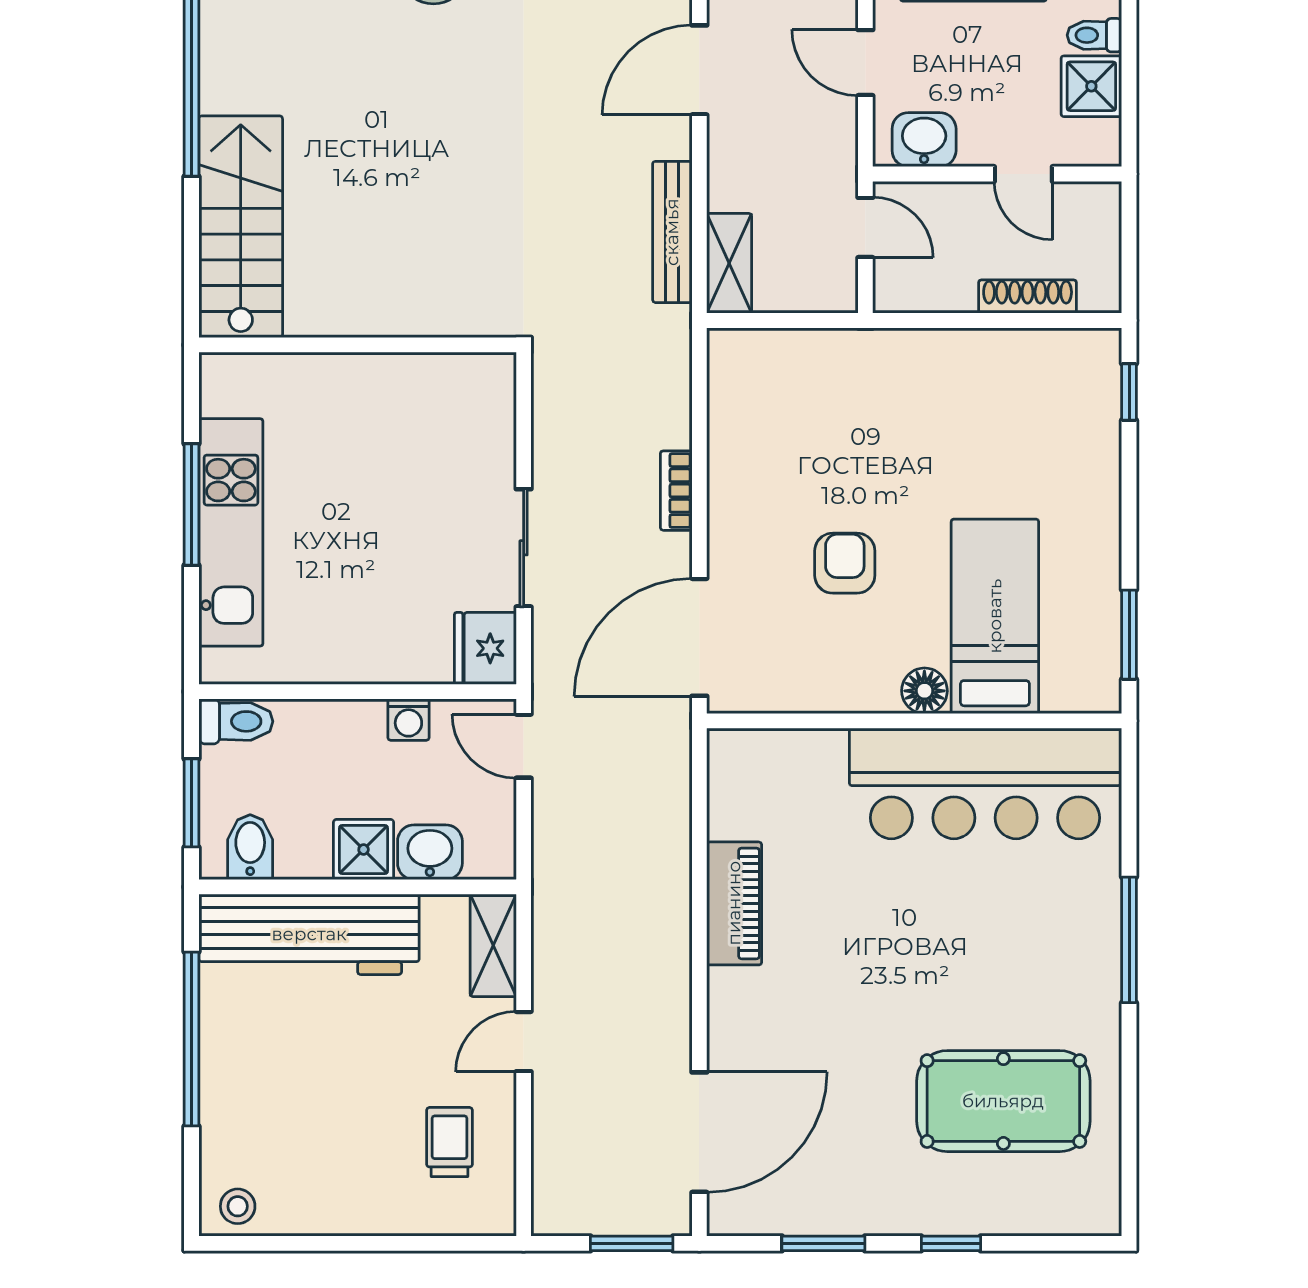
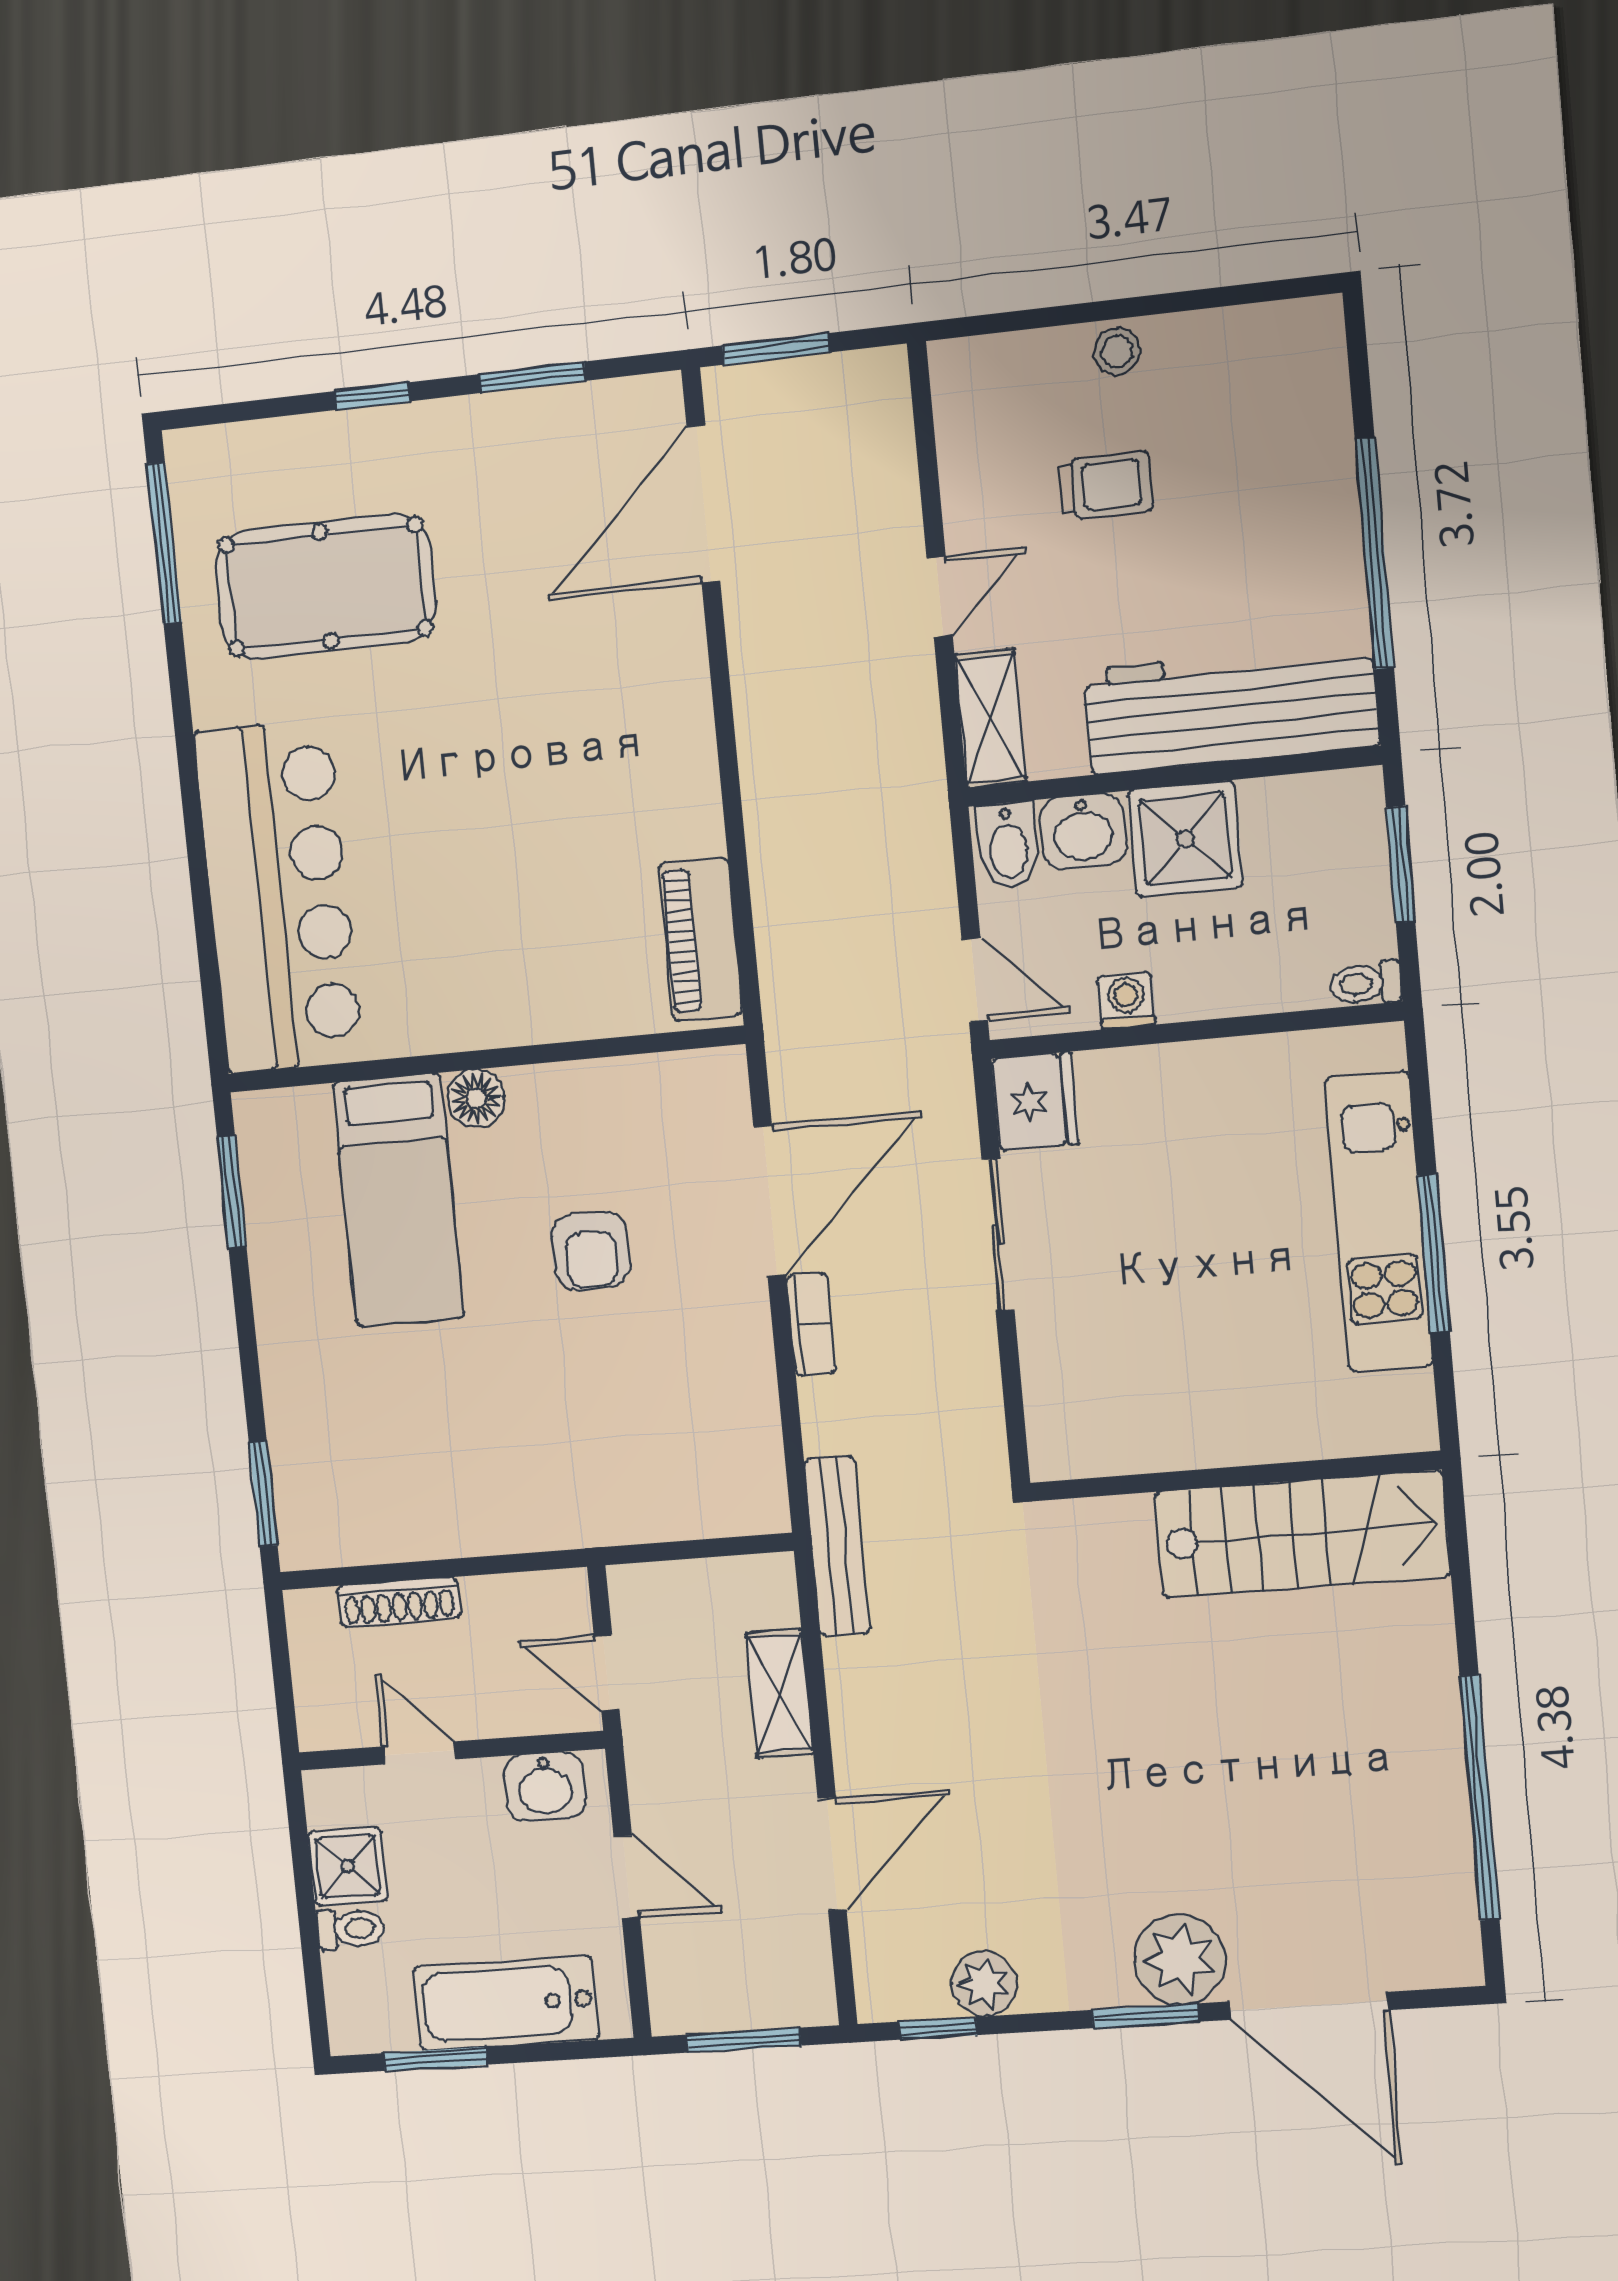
stairs: (241, 227) -> (1302, 1534), moved, turned -90
bench: (672, 232) -> (837, 1546), moved
shelving: (729, 263) -> (779, 1694), moved
window: (1129, 392) -> (263, 1494), width x1.50
door: (699, 637) -> (770, 1201), moved
toilet: (236, 721) -> (1366, 983), width x0.73, depth x0.72
bar counter: (985, 783) -> (279, 897), moved, turned 90
bidet: (250, 847) -> (1008, 845), moved
shower: (364, 850) -> (1185, 839), width x1.36, depth x1.36
piano: (734, 903) -> (701, 939), moved
window: (1129, 940) -> (164, 543), moved
trolley: (450, 1142) -> (1106, 485), moved, turned -90
stool: (238, 1206) -> (1117, 351), moved

